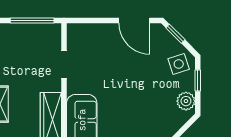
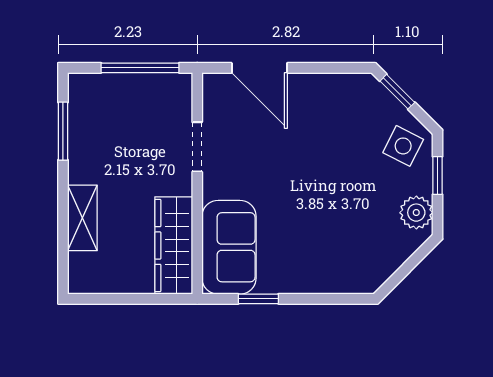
door: (134, 21) -> (259, 68), moved
side table: (179, 64) -> (403, 146), turned 45

